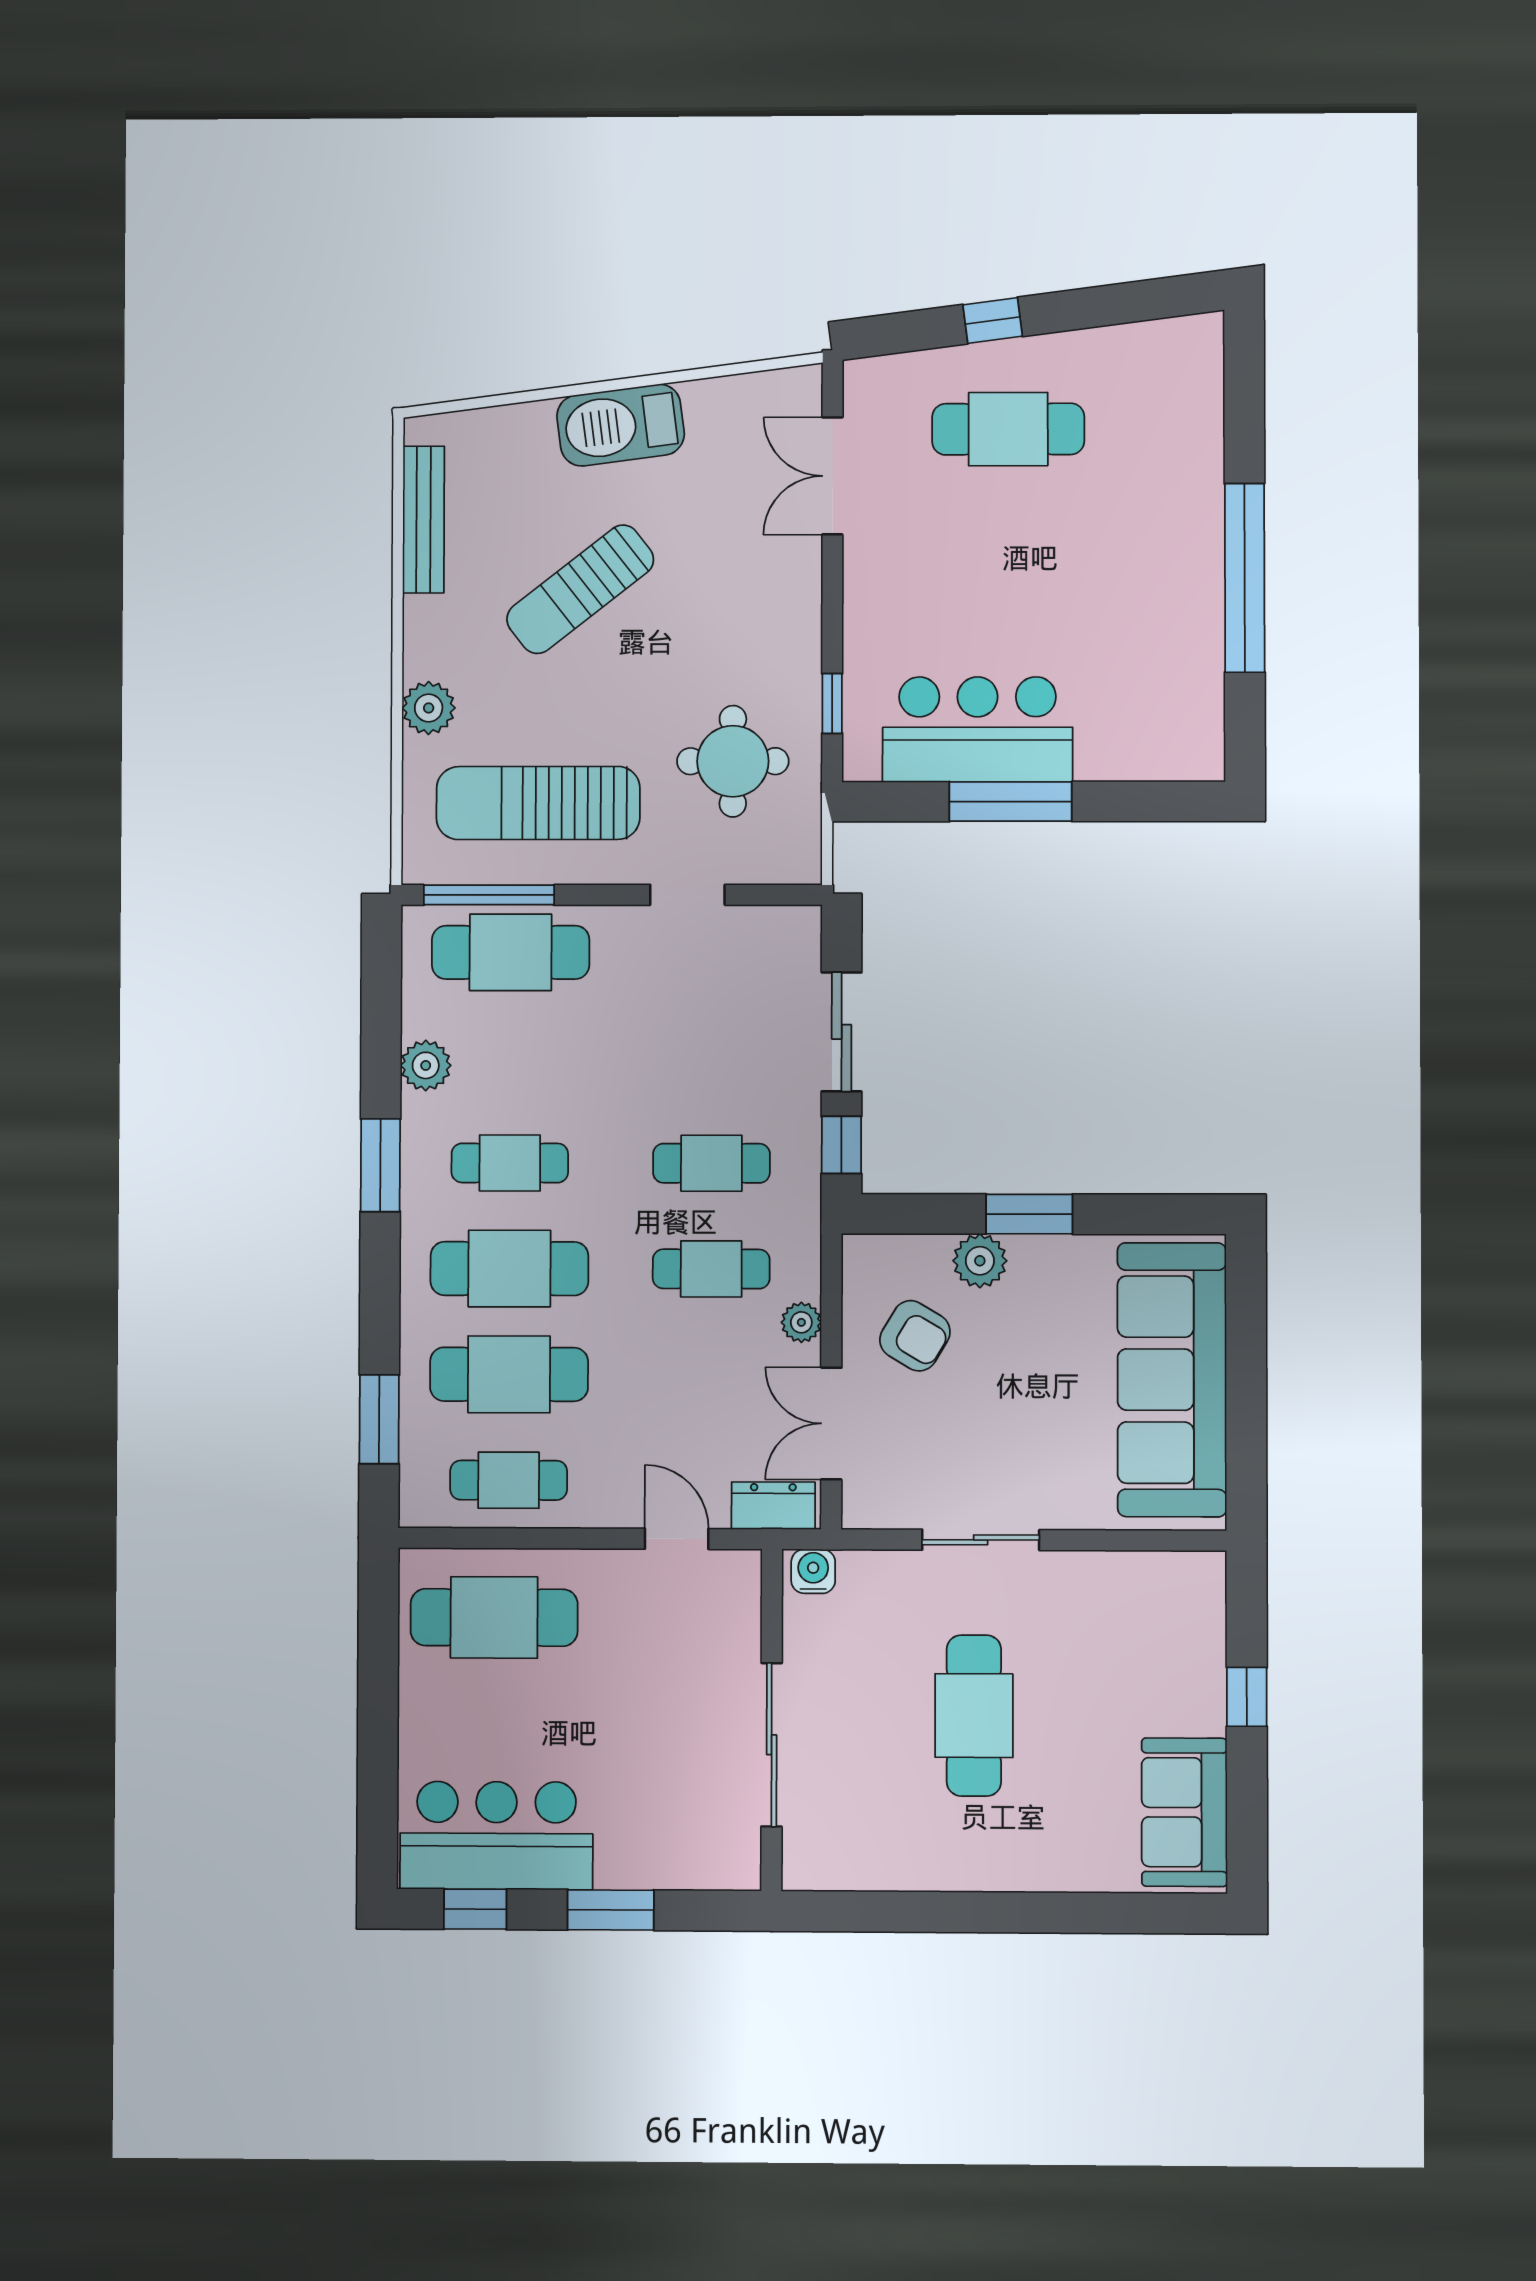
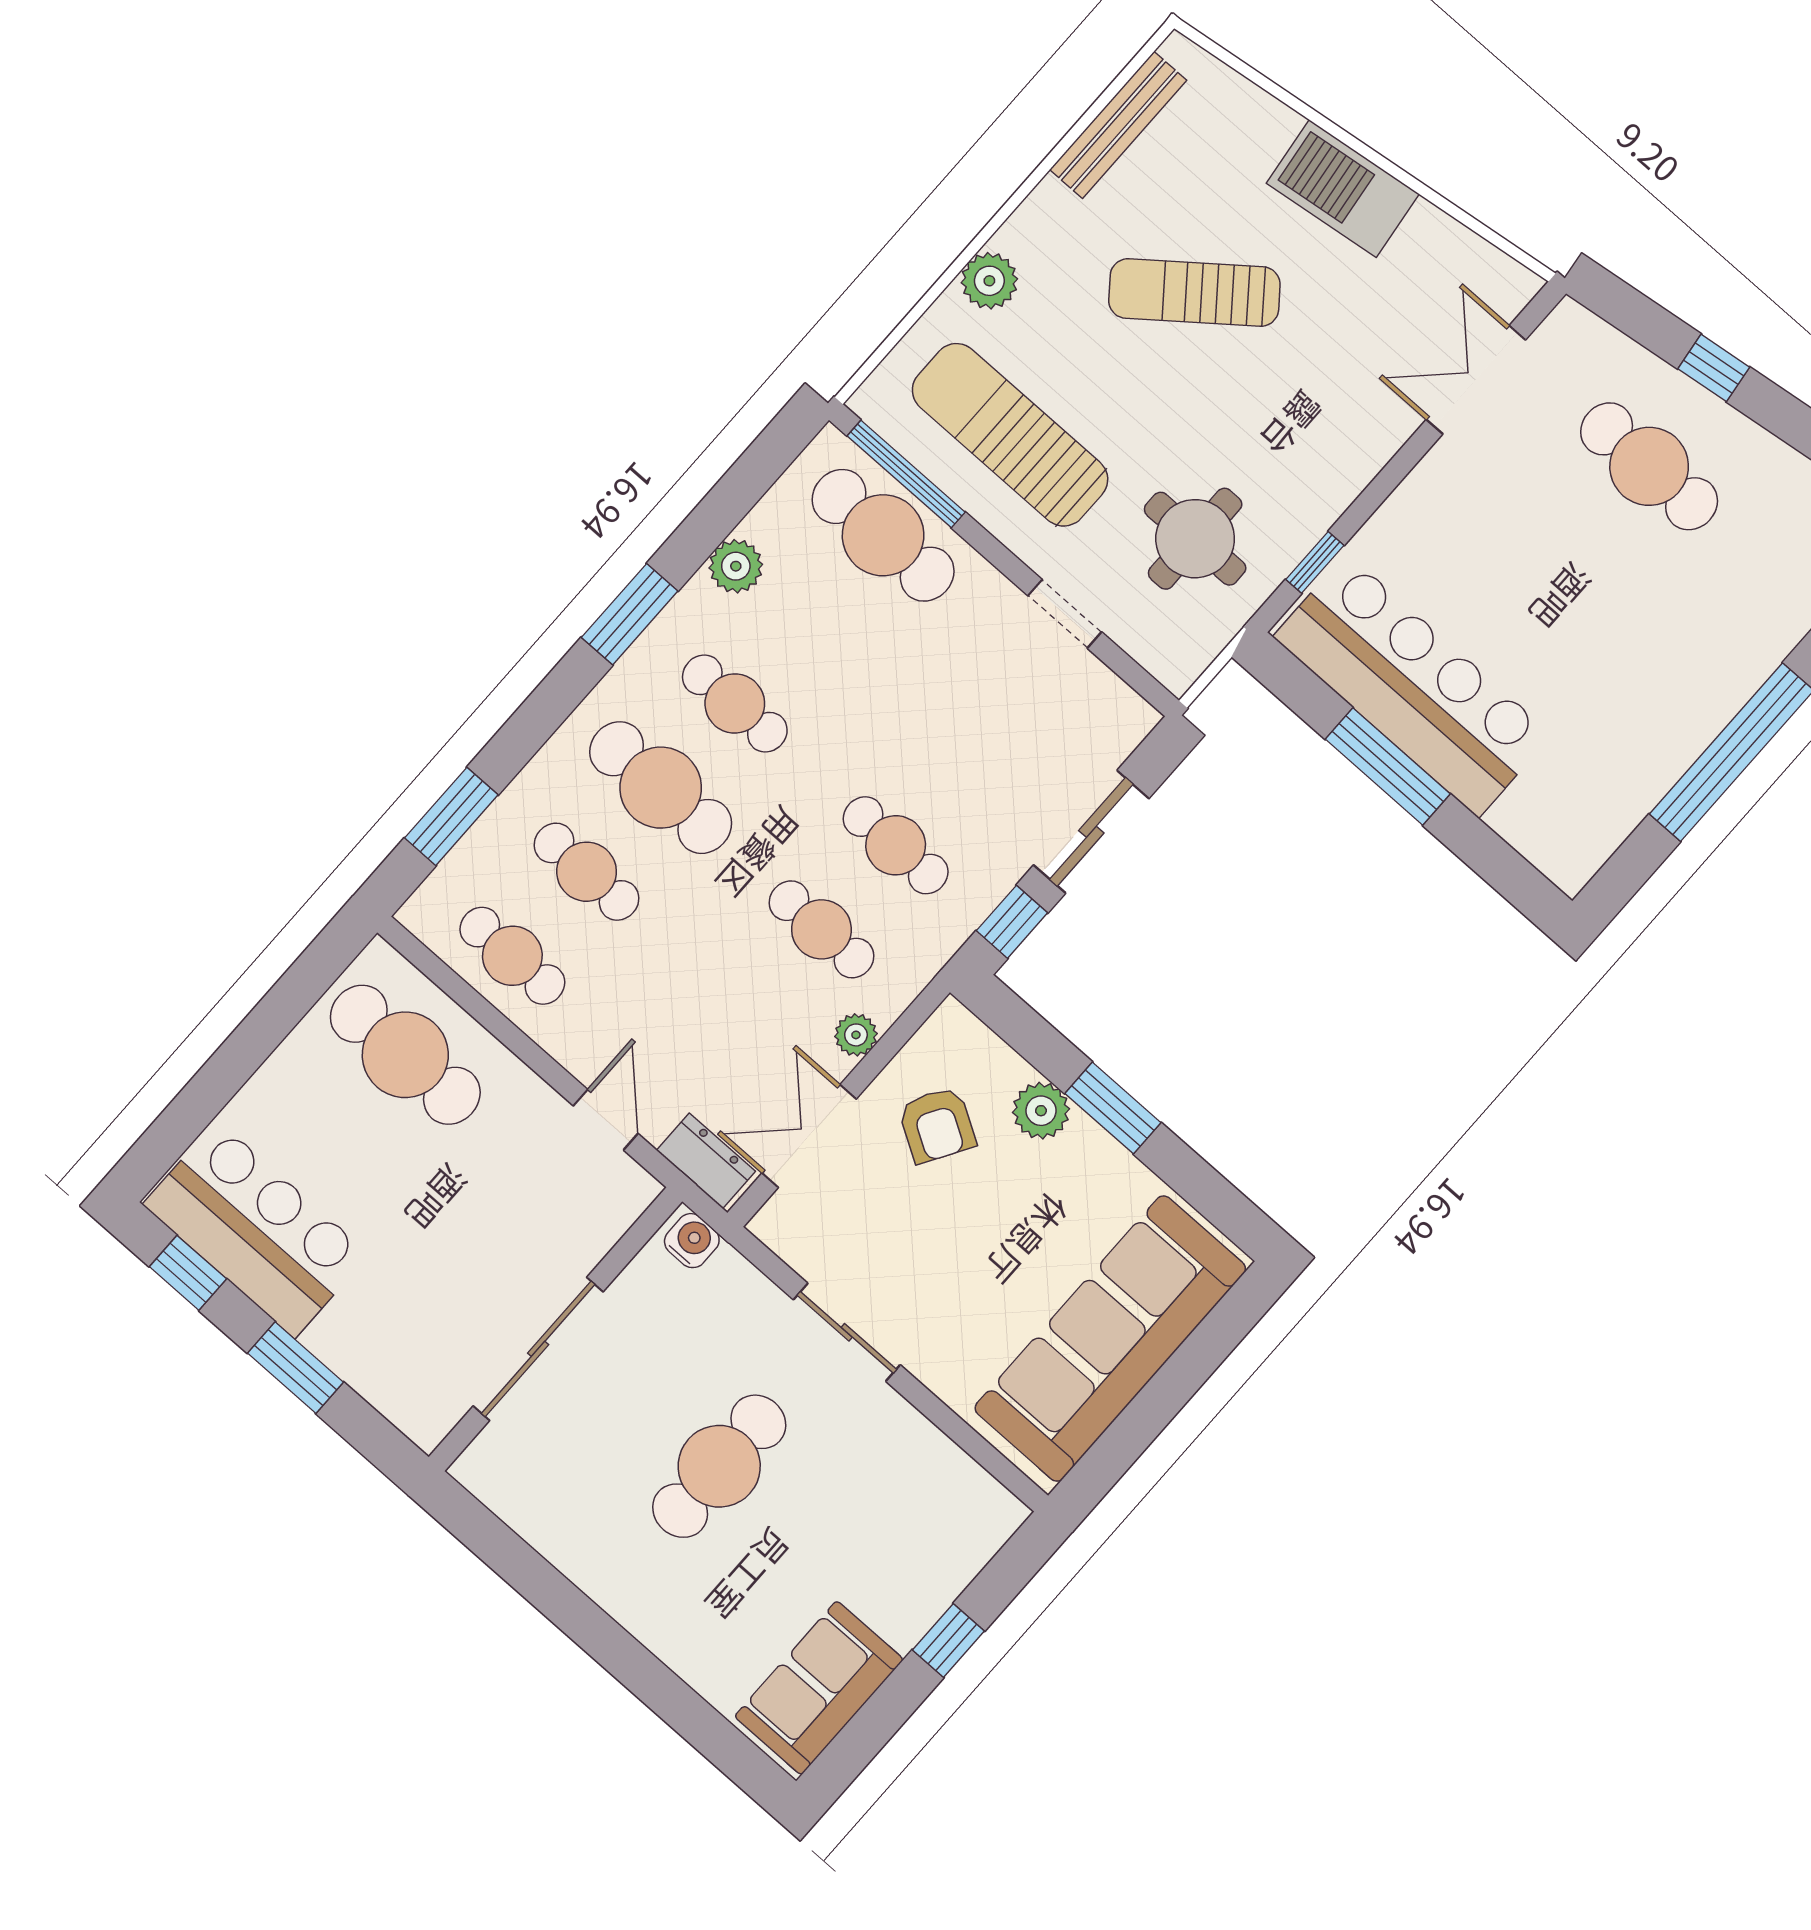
bar counter: (978, 729) -> (1412, 686), width x1.36
cafe table: (509, 1374) -> (587, 872), width x0.73, depth x0.74

